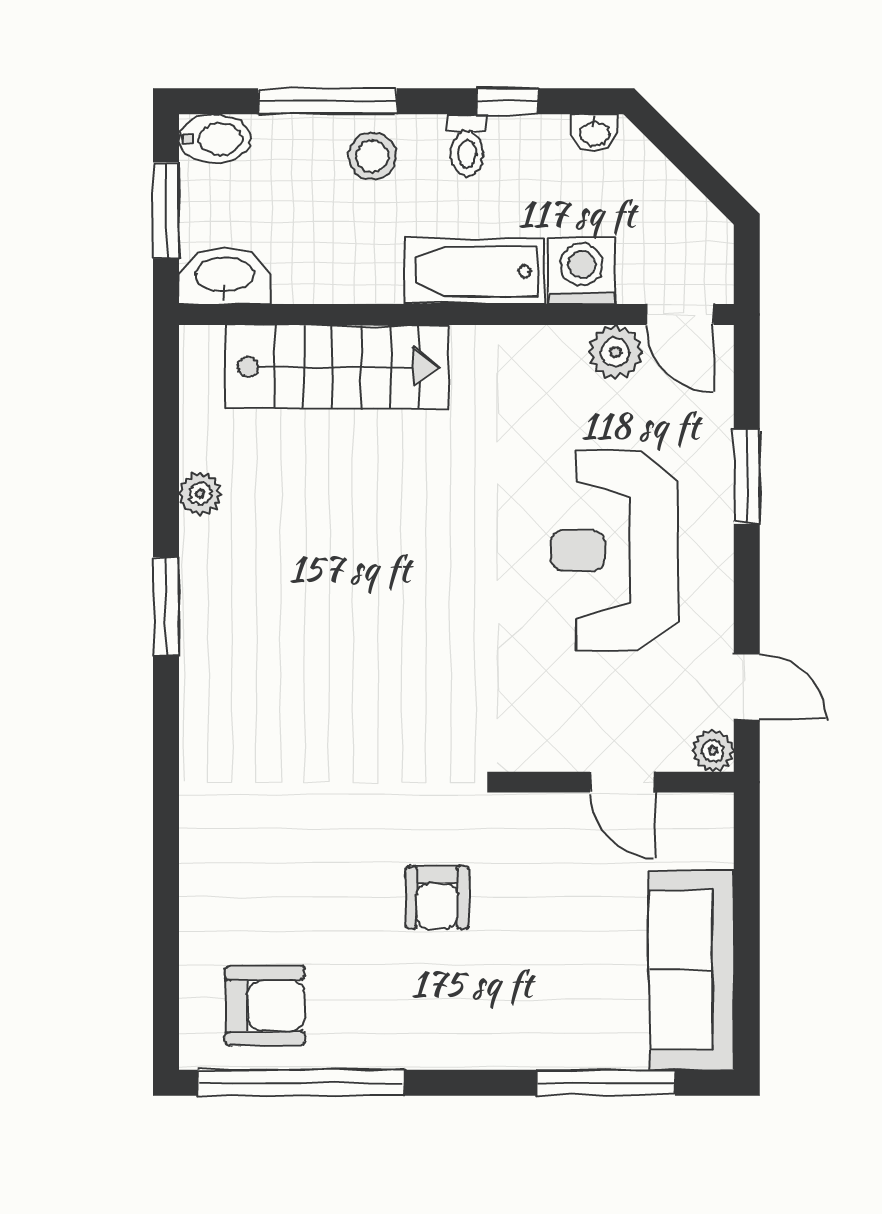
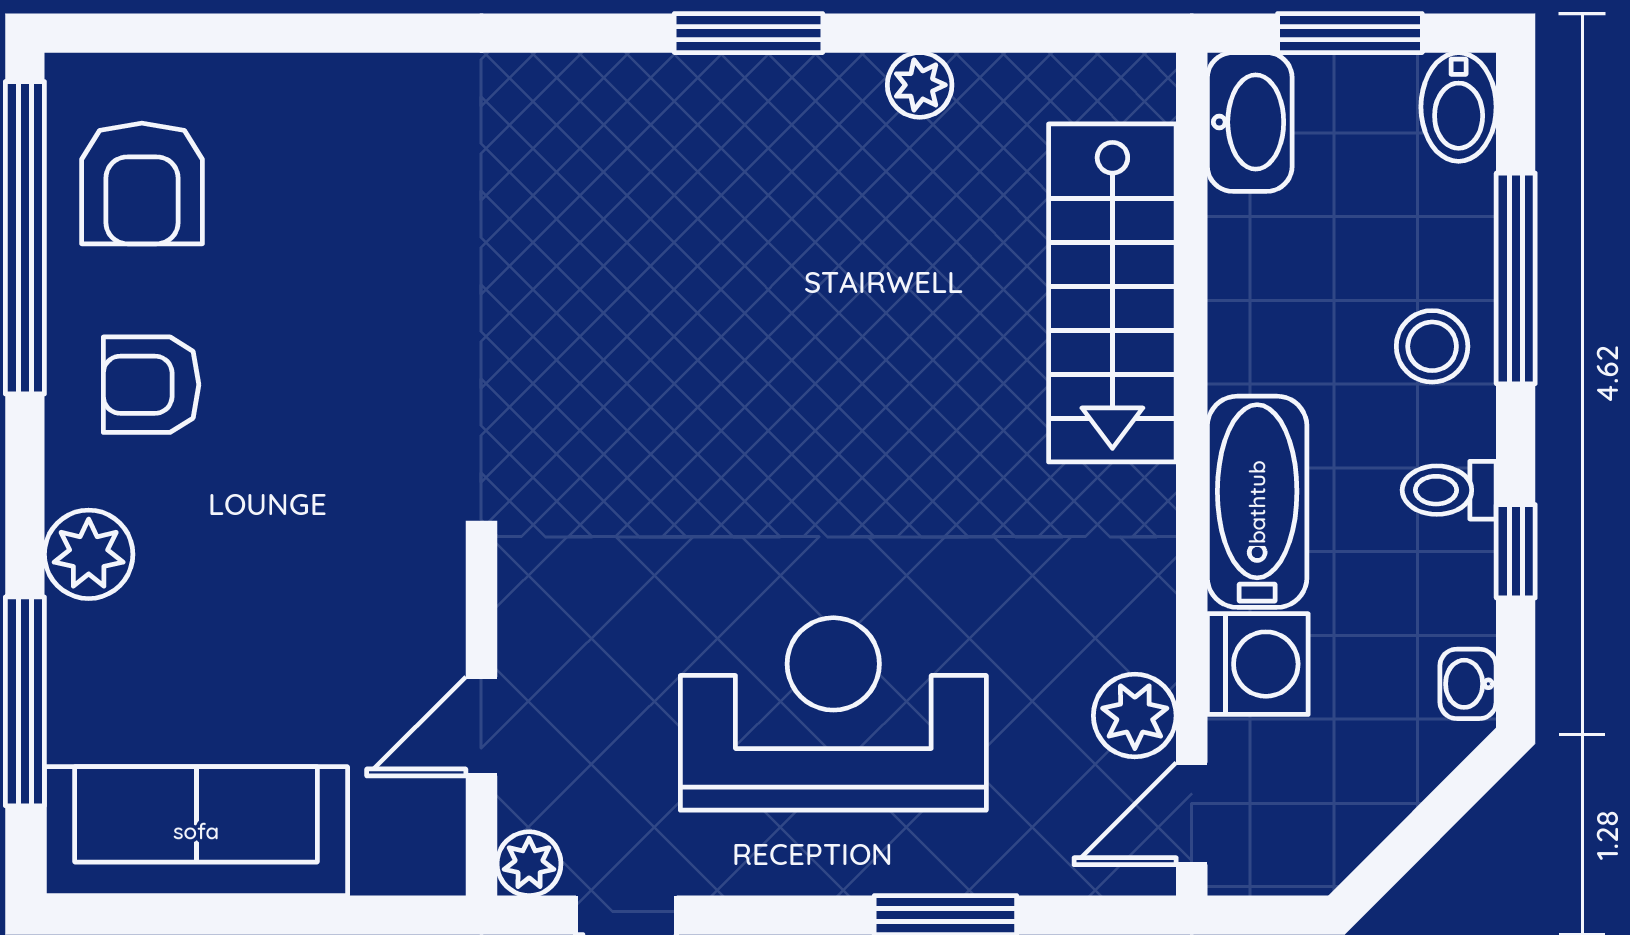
armchair: (437, 897) -> (151, 385), moved
plant: (509, 1041) -> (89, 554), added

